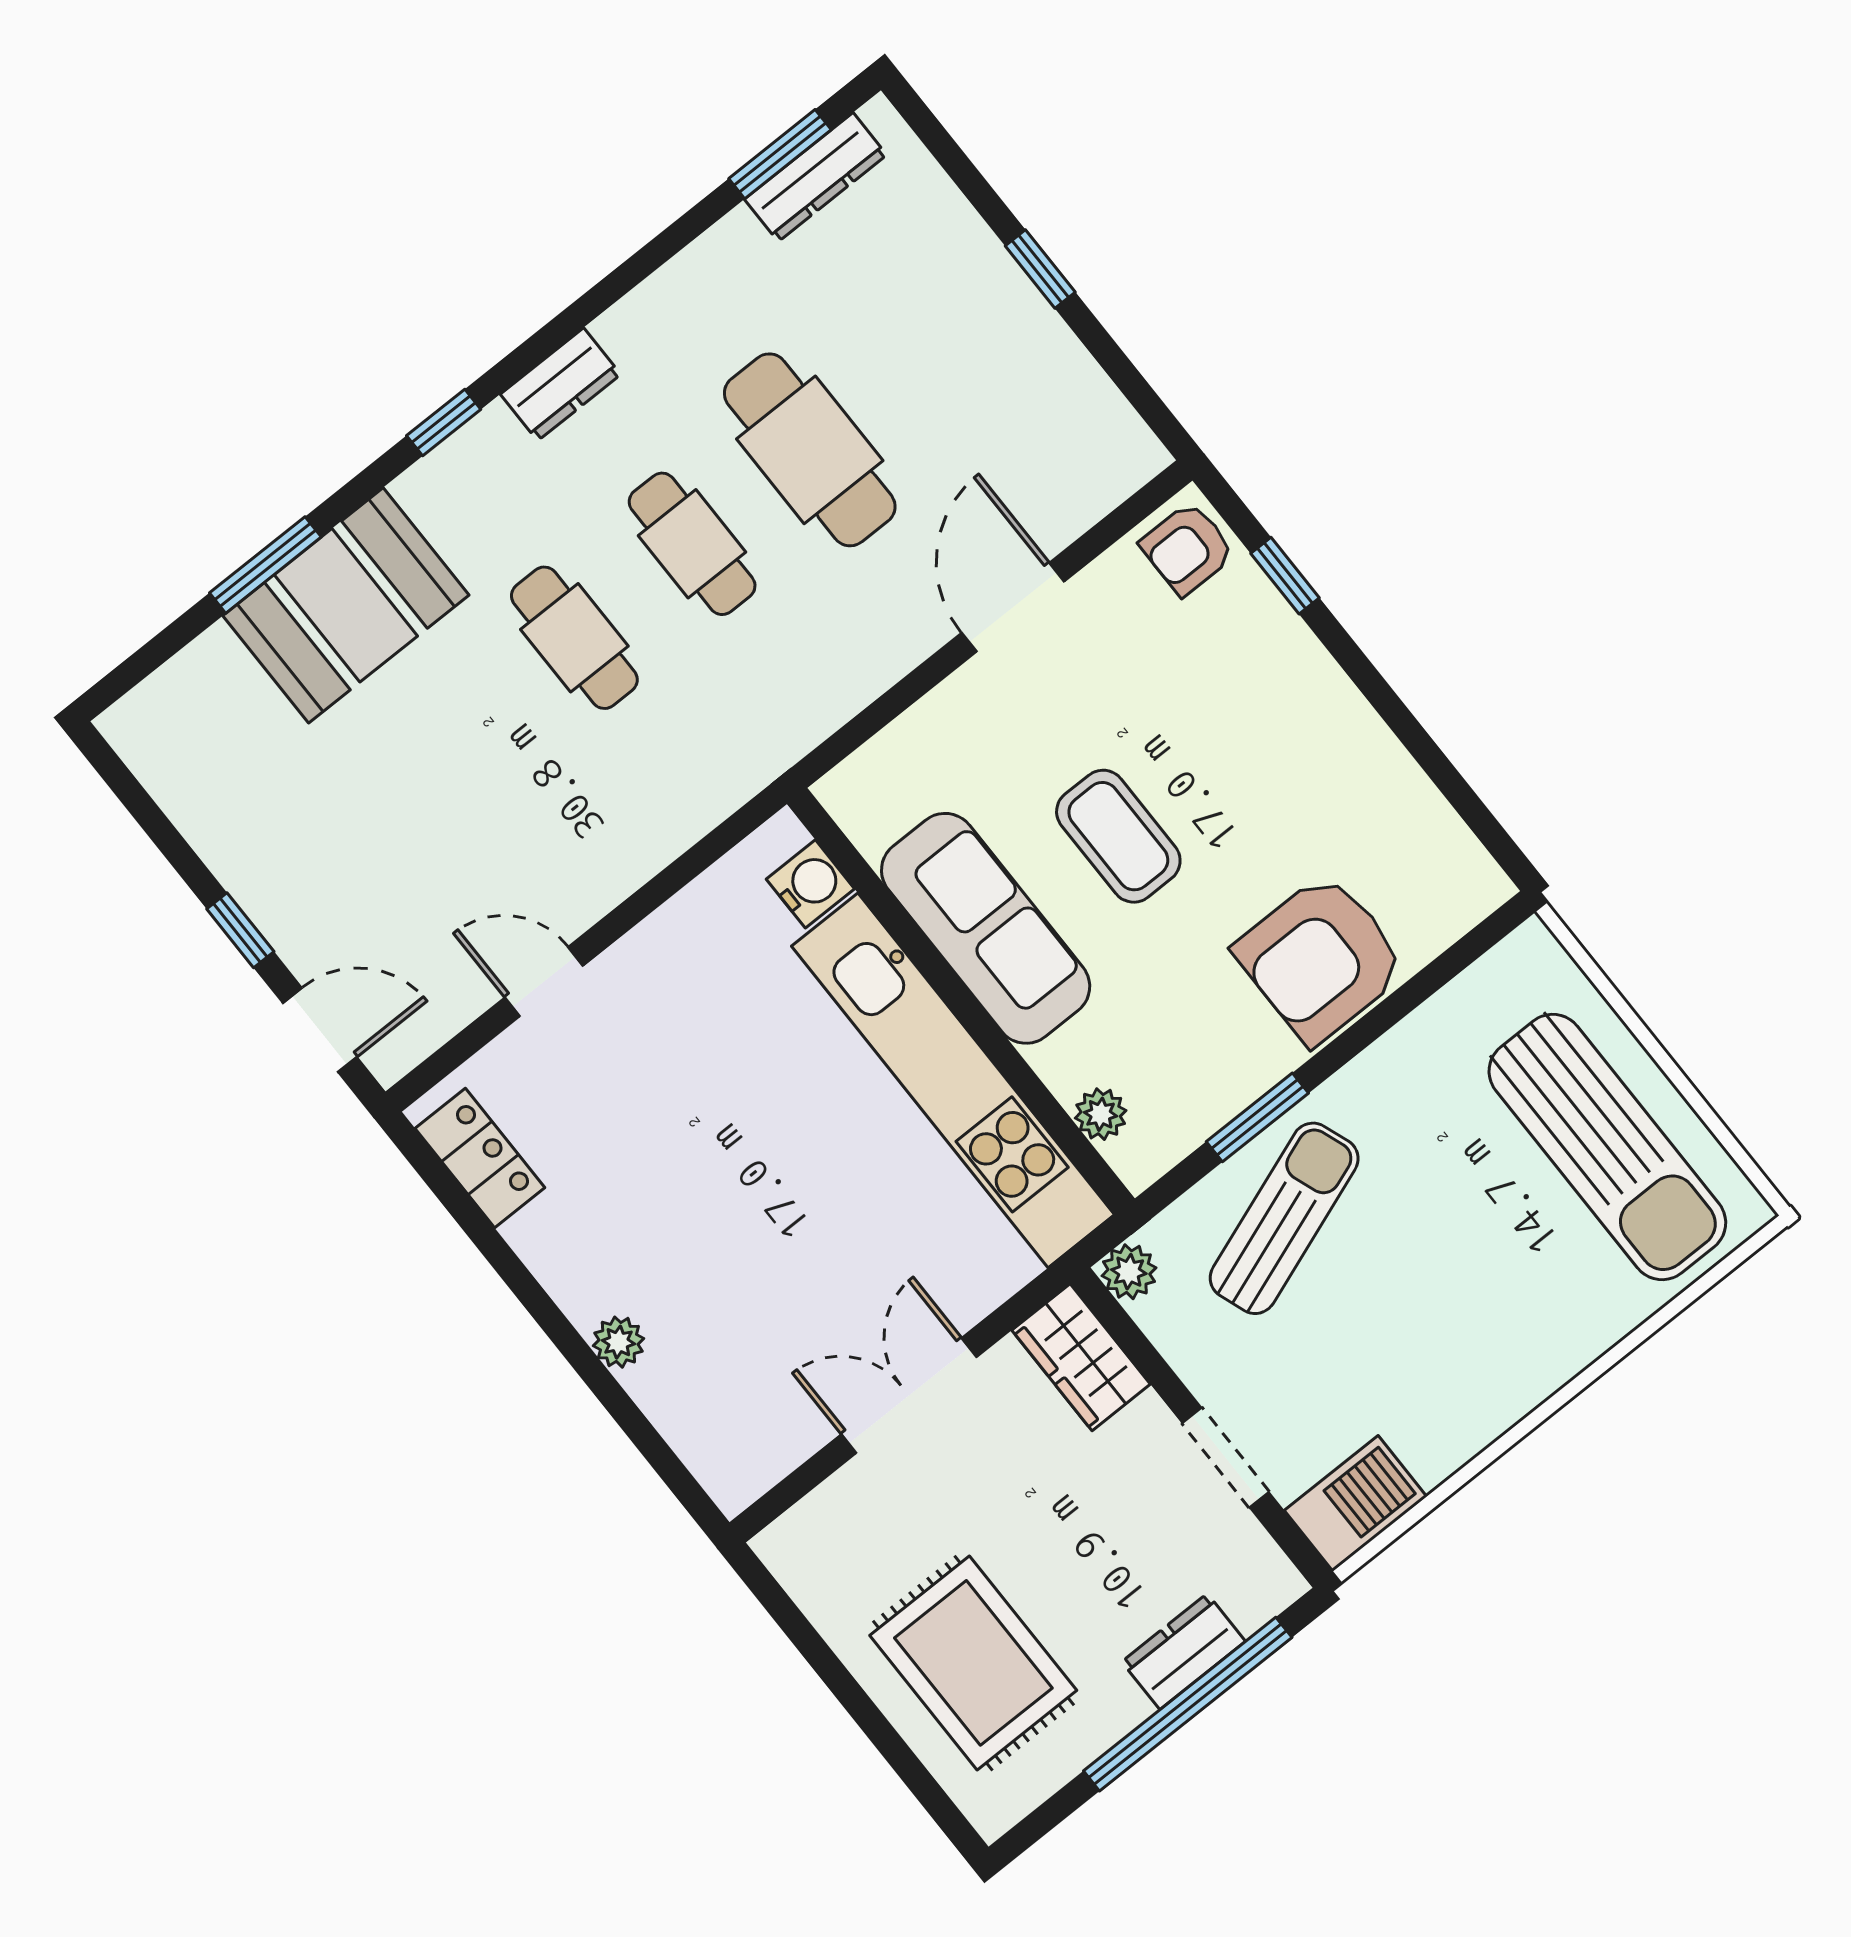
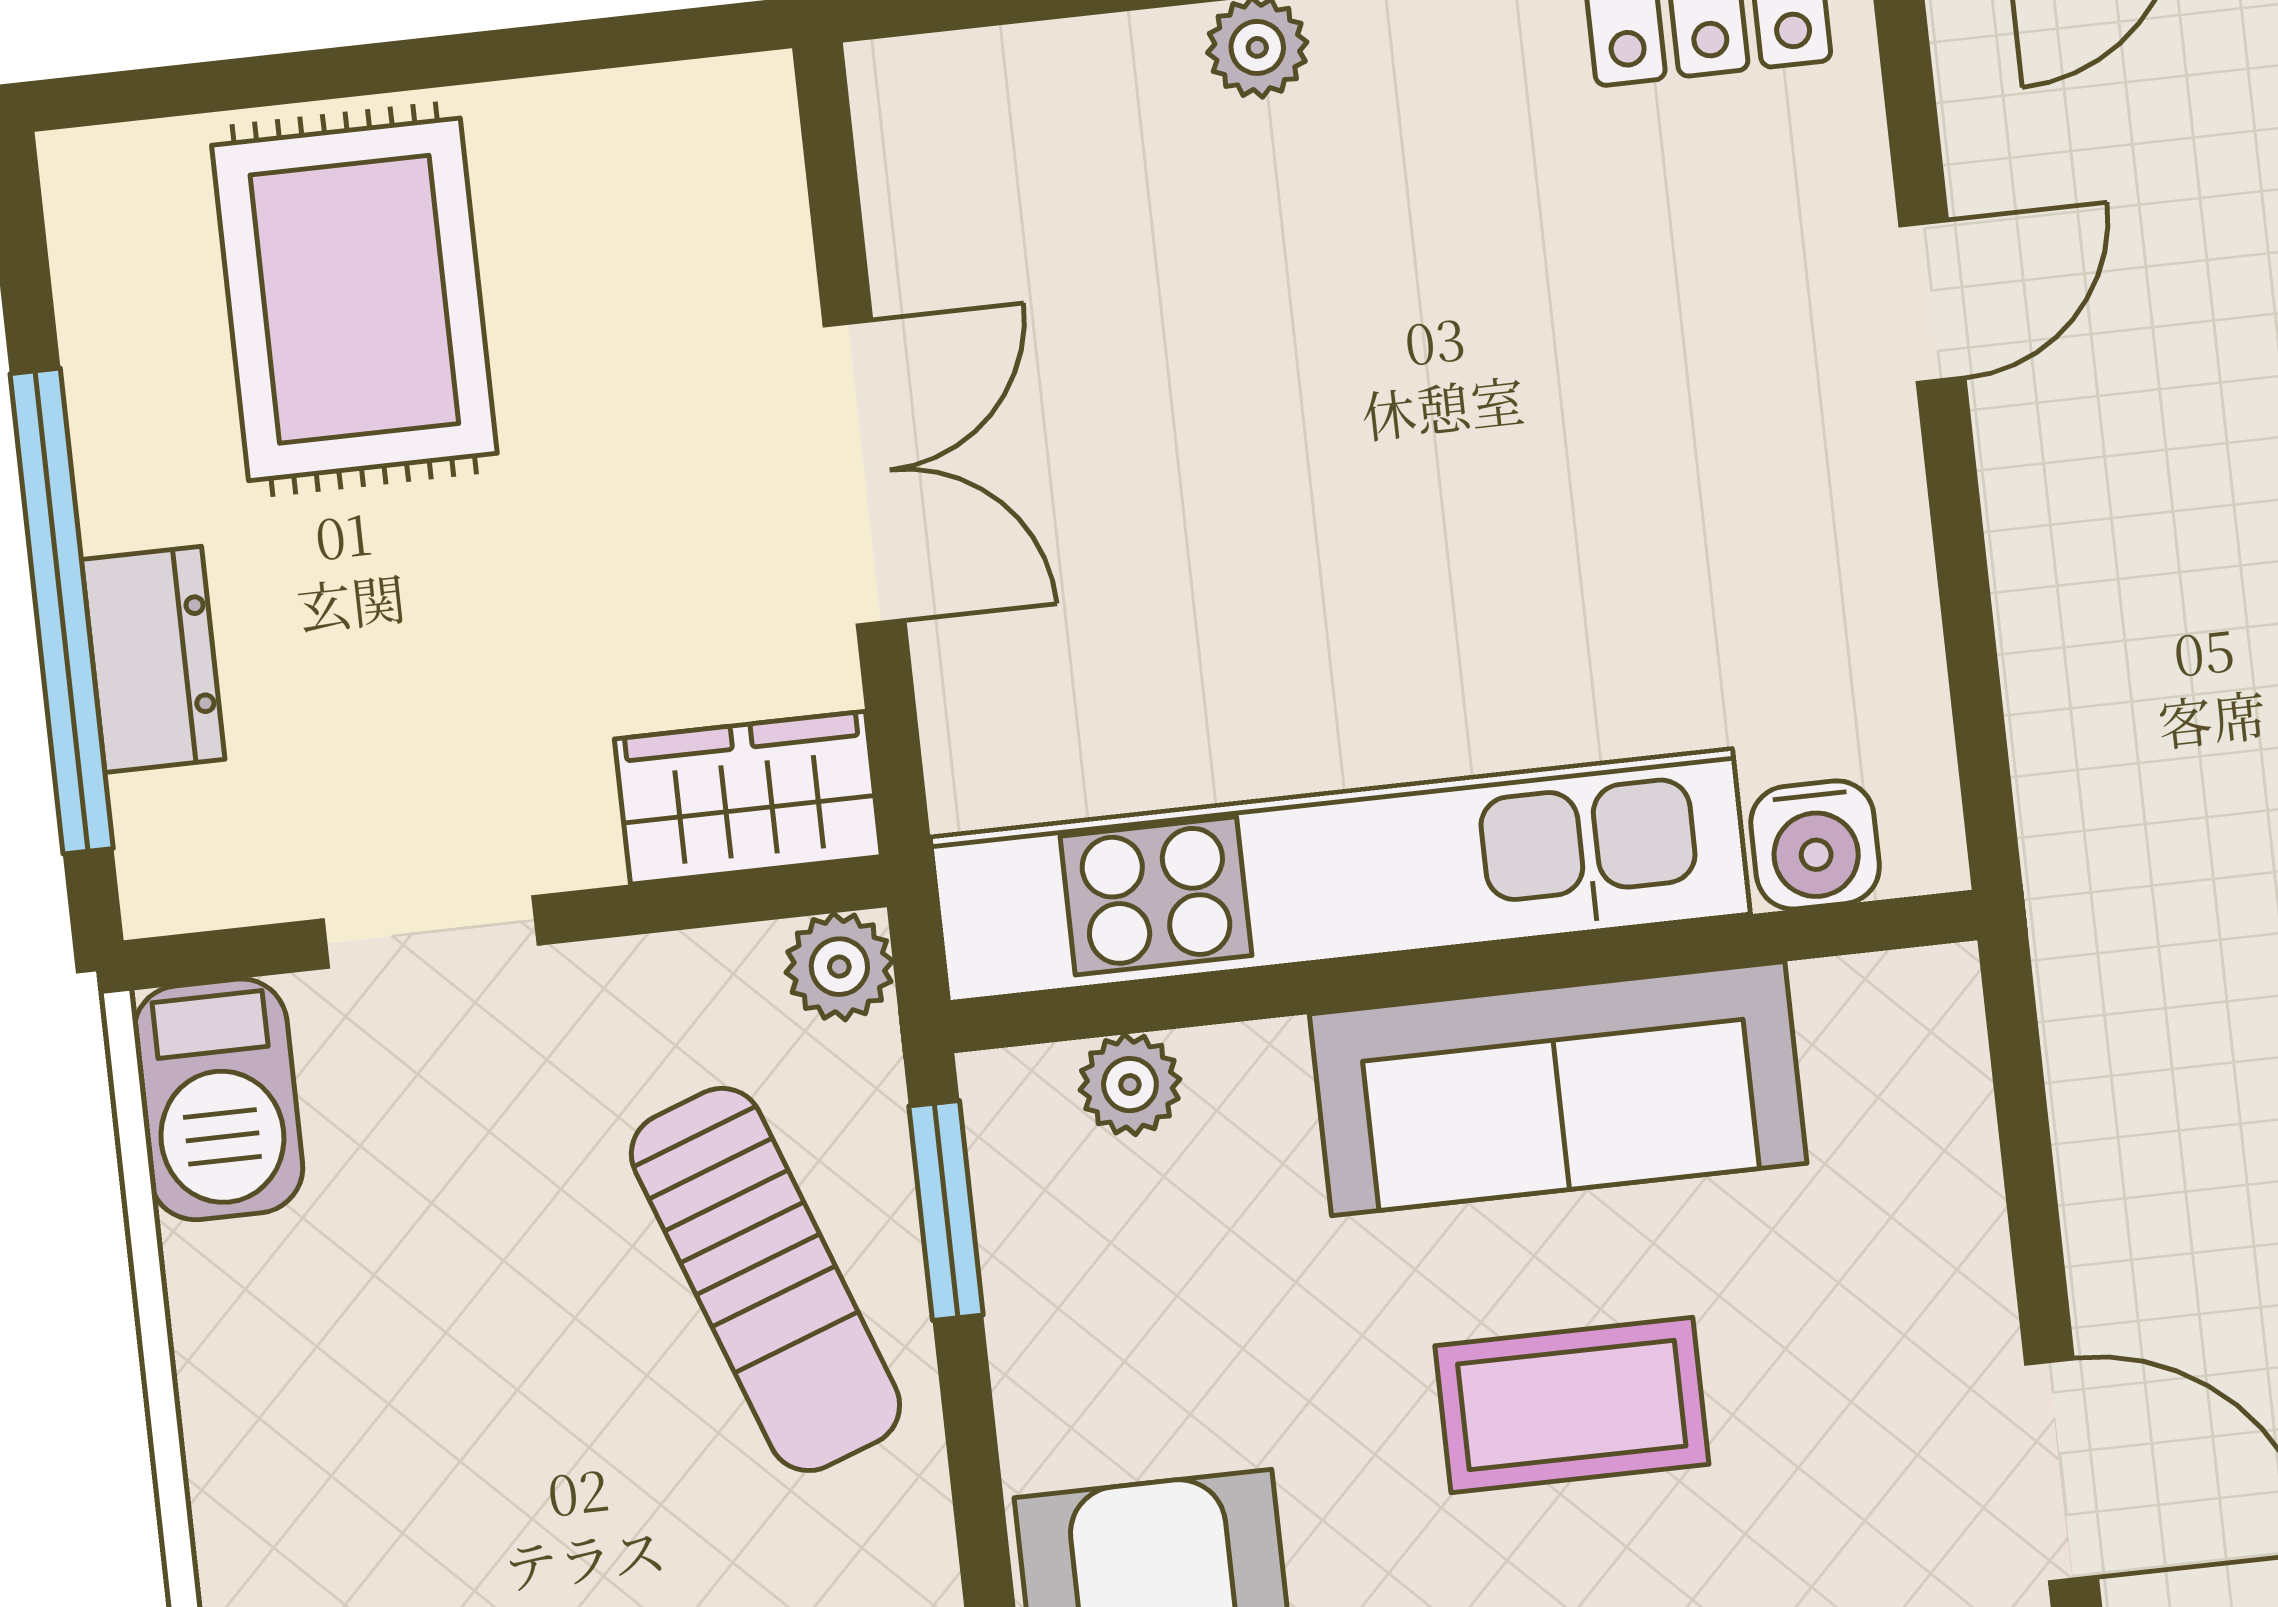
window: (1257, 1117) -> (946, 1211), moved
rug: (973, 1663) -> (354, 299), turned 90

